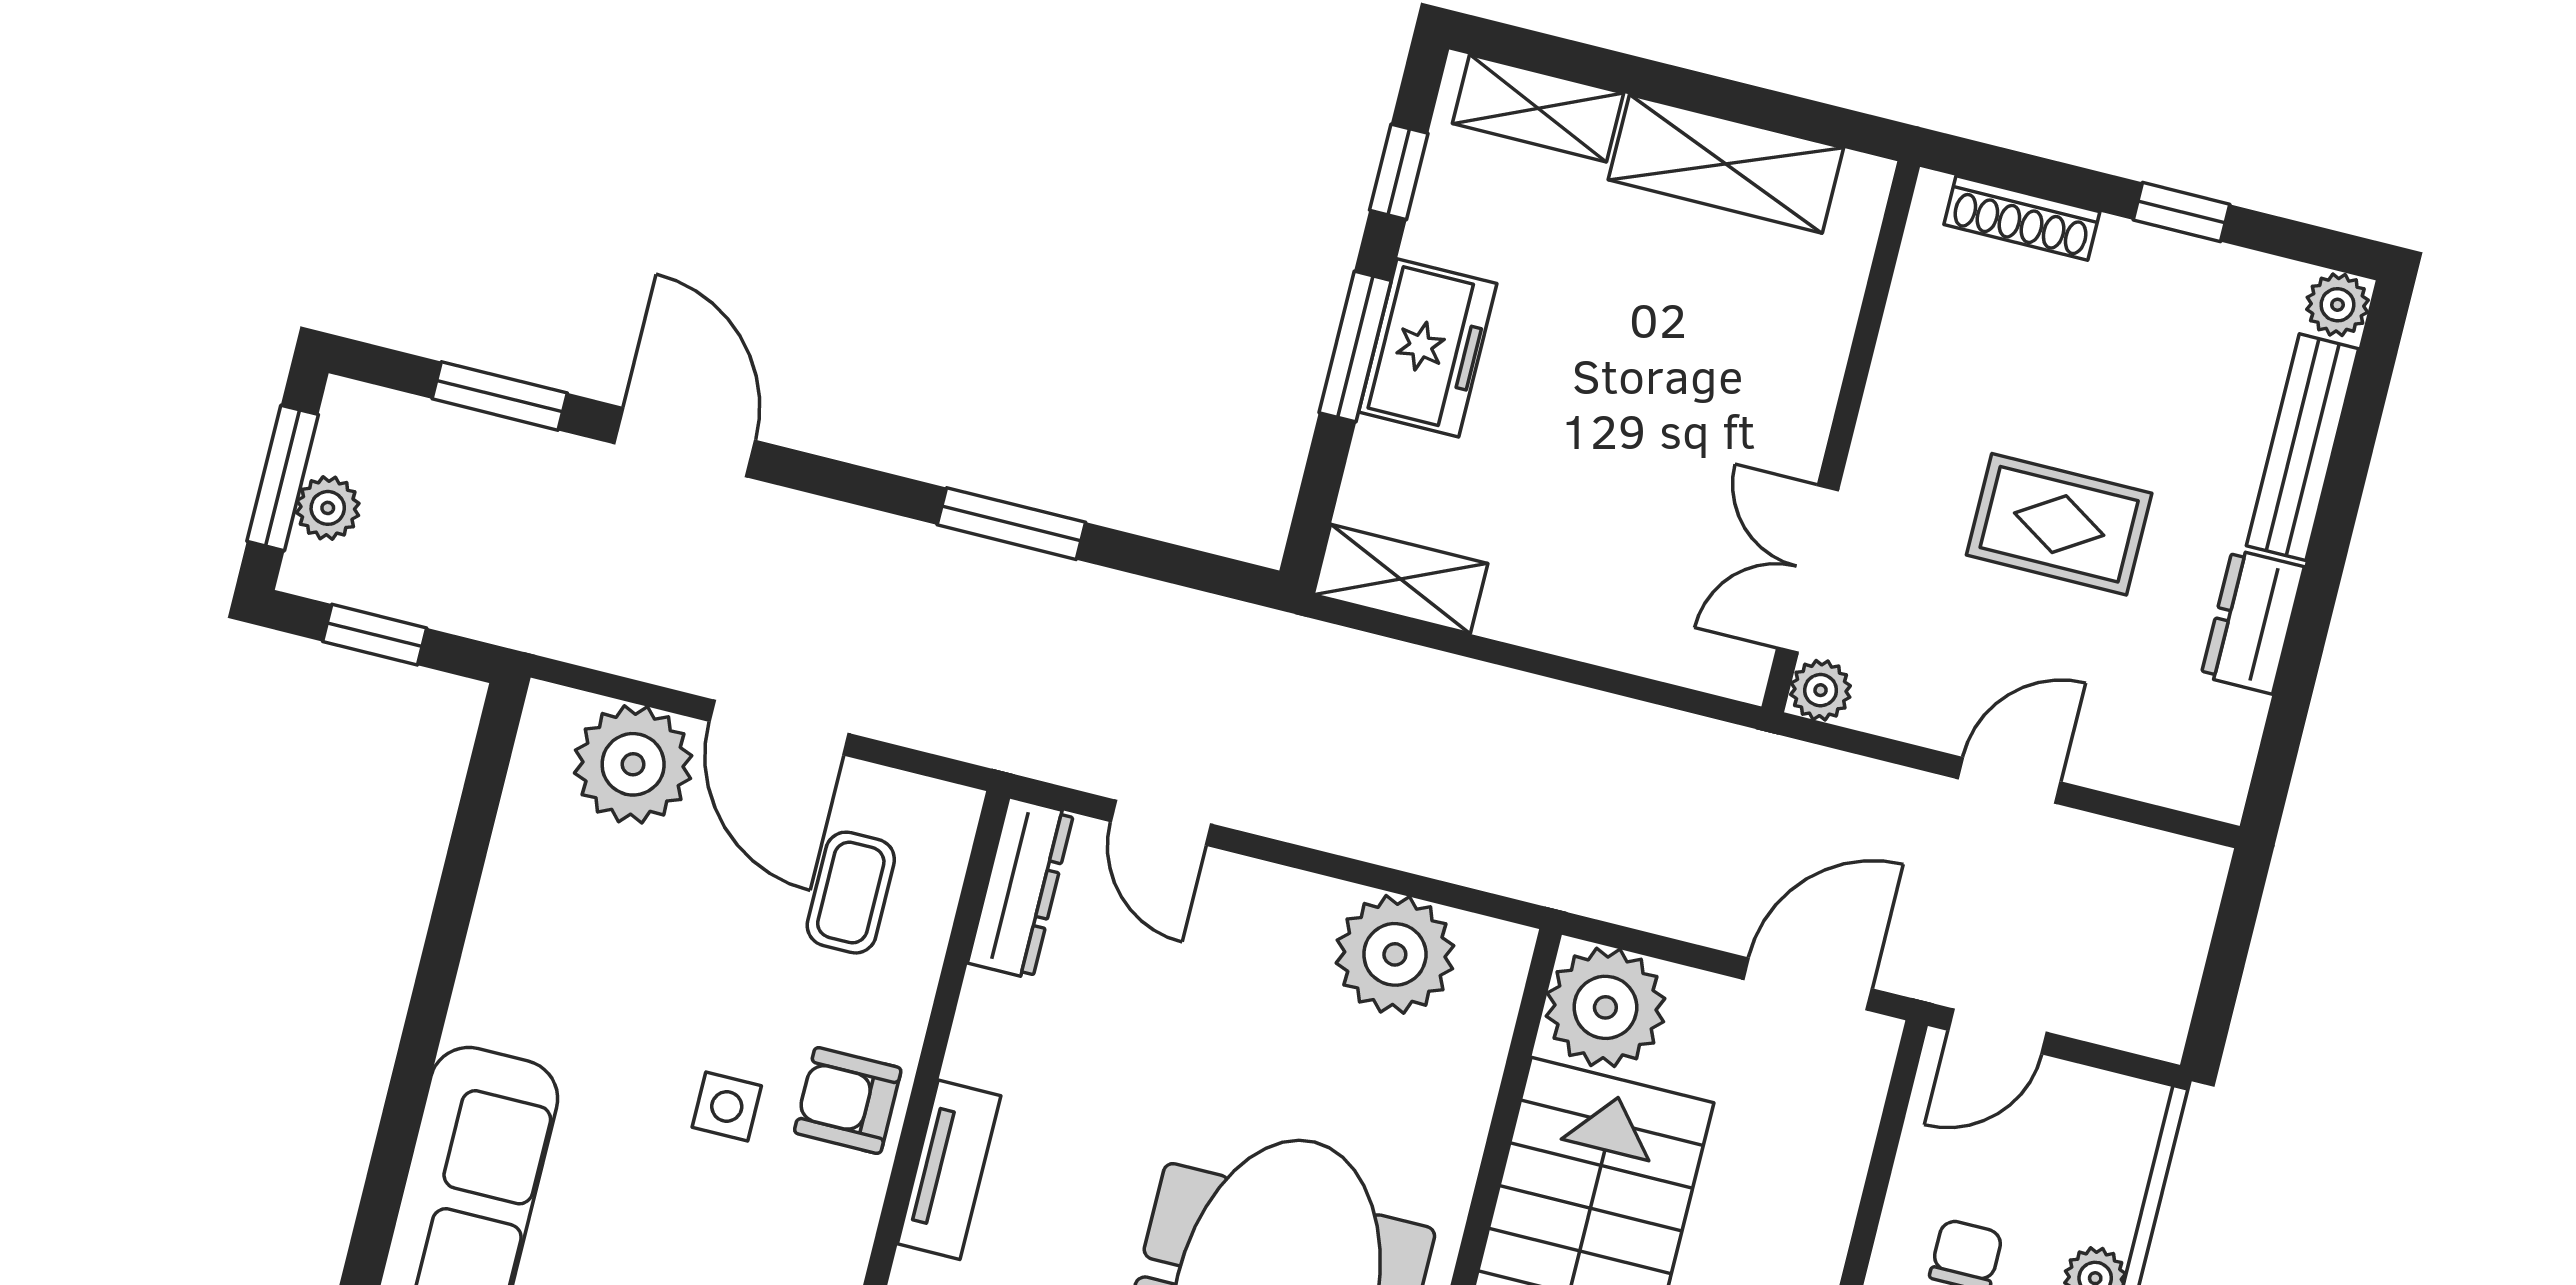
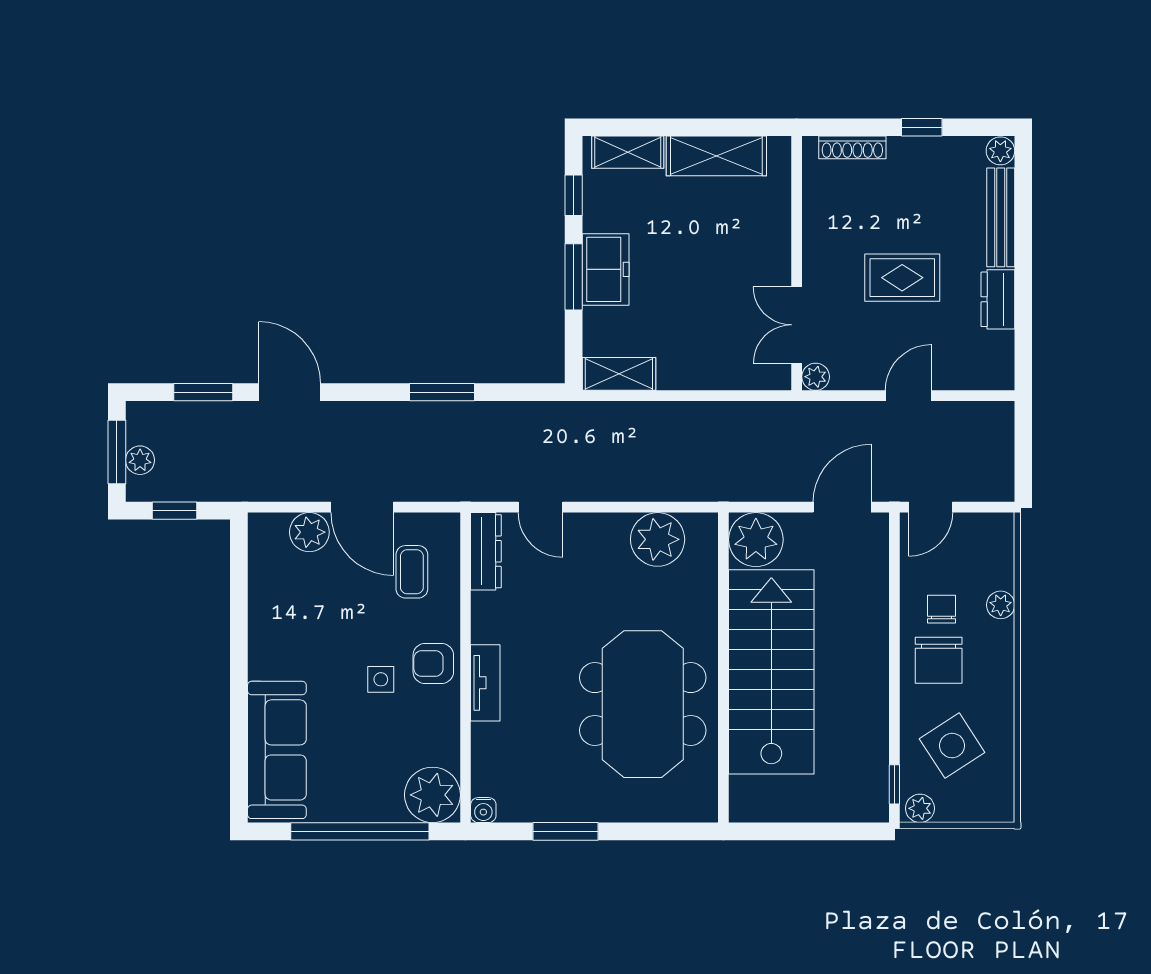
plant: (633, 764) -> (309, 532), width x0.73, depth x0.73

